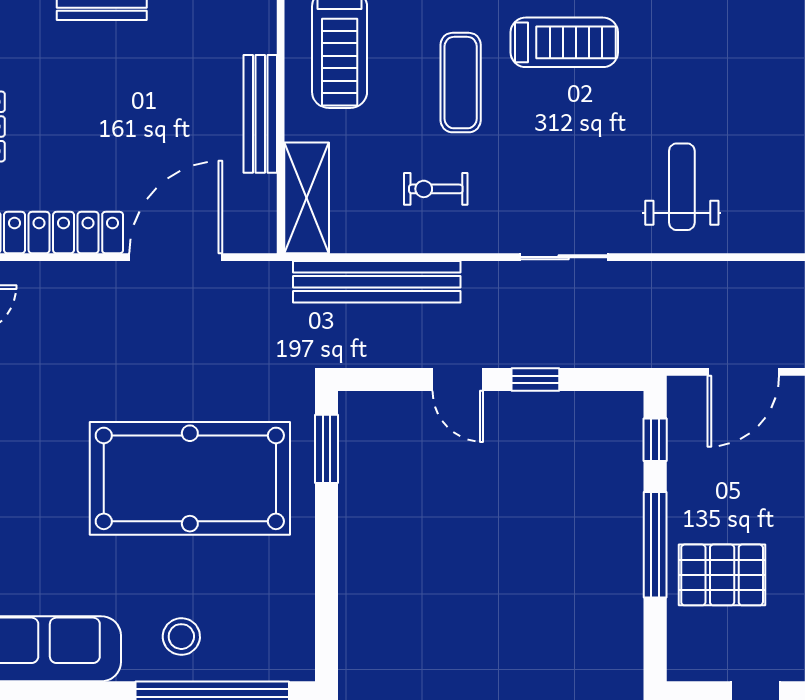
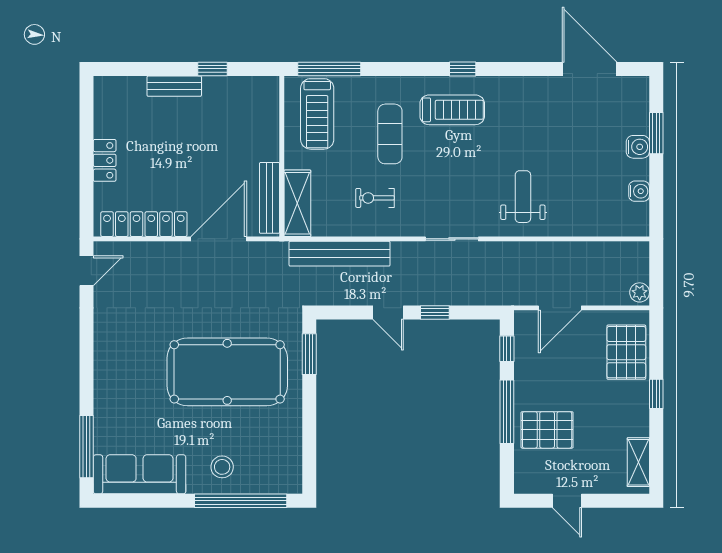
bench: (260, 114) -> (269, 198), moved

